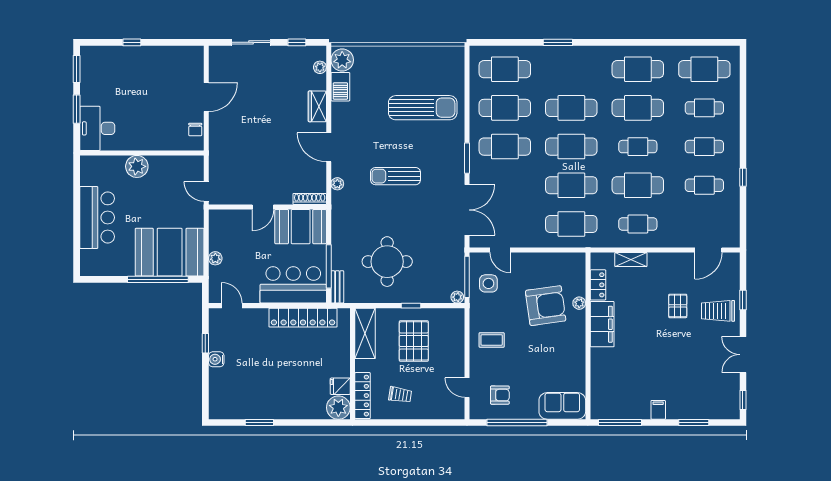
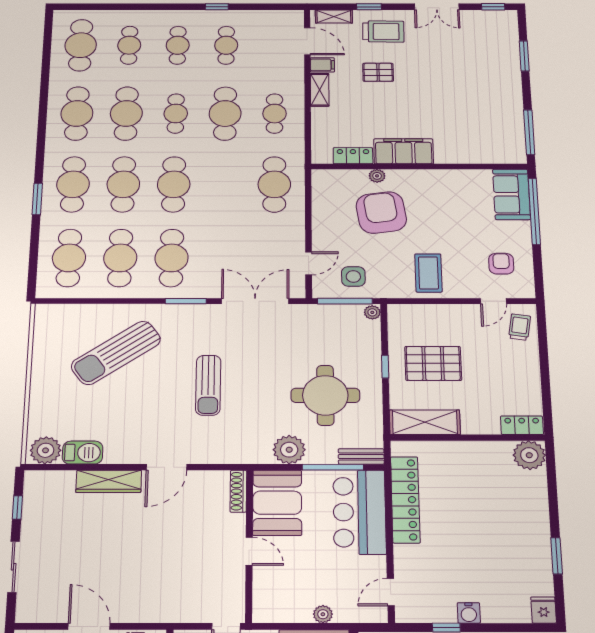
plant: (320, 67) -> (54, 478), removed
wardrobe: (317, 106) -> (109, 481), width x1.50
sun lounger: (423, 108) -> (116, 353), turned -125
plant: (337, 184) -> (289, 450), moved, width x1.87, depth x1.87
cafe table: (571, 185) -> (73, 184), moved
shelving: (631, 259) -> (320, 90), moved
shelving: (733, 272) -> (334, 17), added
trolley: (718, 311) -> (383, 32), turned -89
coffee table: (492, 340) -> (428, 273), width x1.36, depth x1.30
fridge: (340, 386) -> (544, 610), moved, turned 180
trolley: (400, 395) -> (520, 327), moved
locker: (363, 396) -> (522, 425), width x0.66
filing cabinet: (658, 410) -> (322, 65), moved, turned 180
window: (517, 423) -> (534, 211), moved

